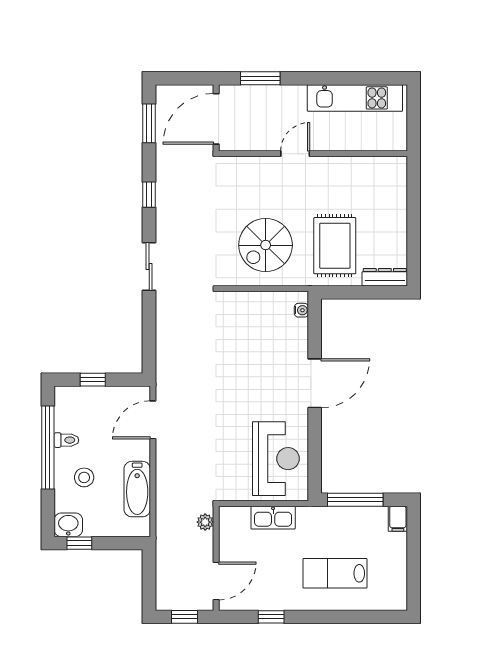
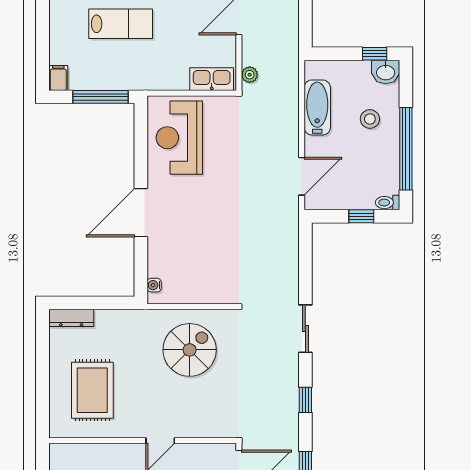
rug: (335, 246) -> (92, 390), moved
toilet: (66, 440) -> (388, 203), moved
kitchen sink: (273, 518) -> (212, 79), moved

